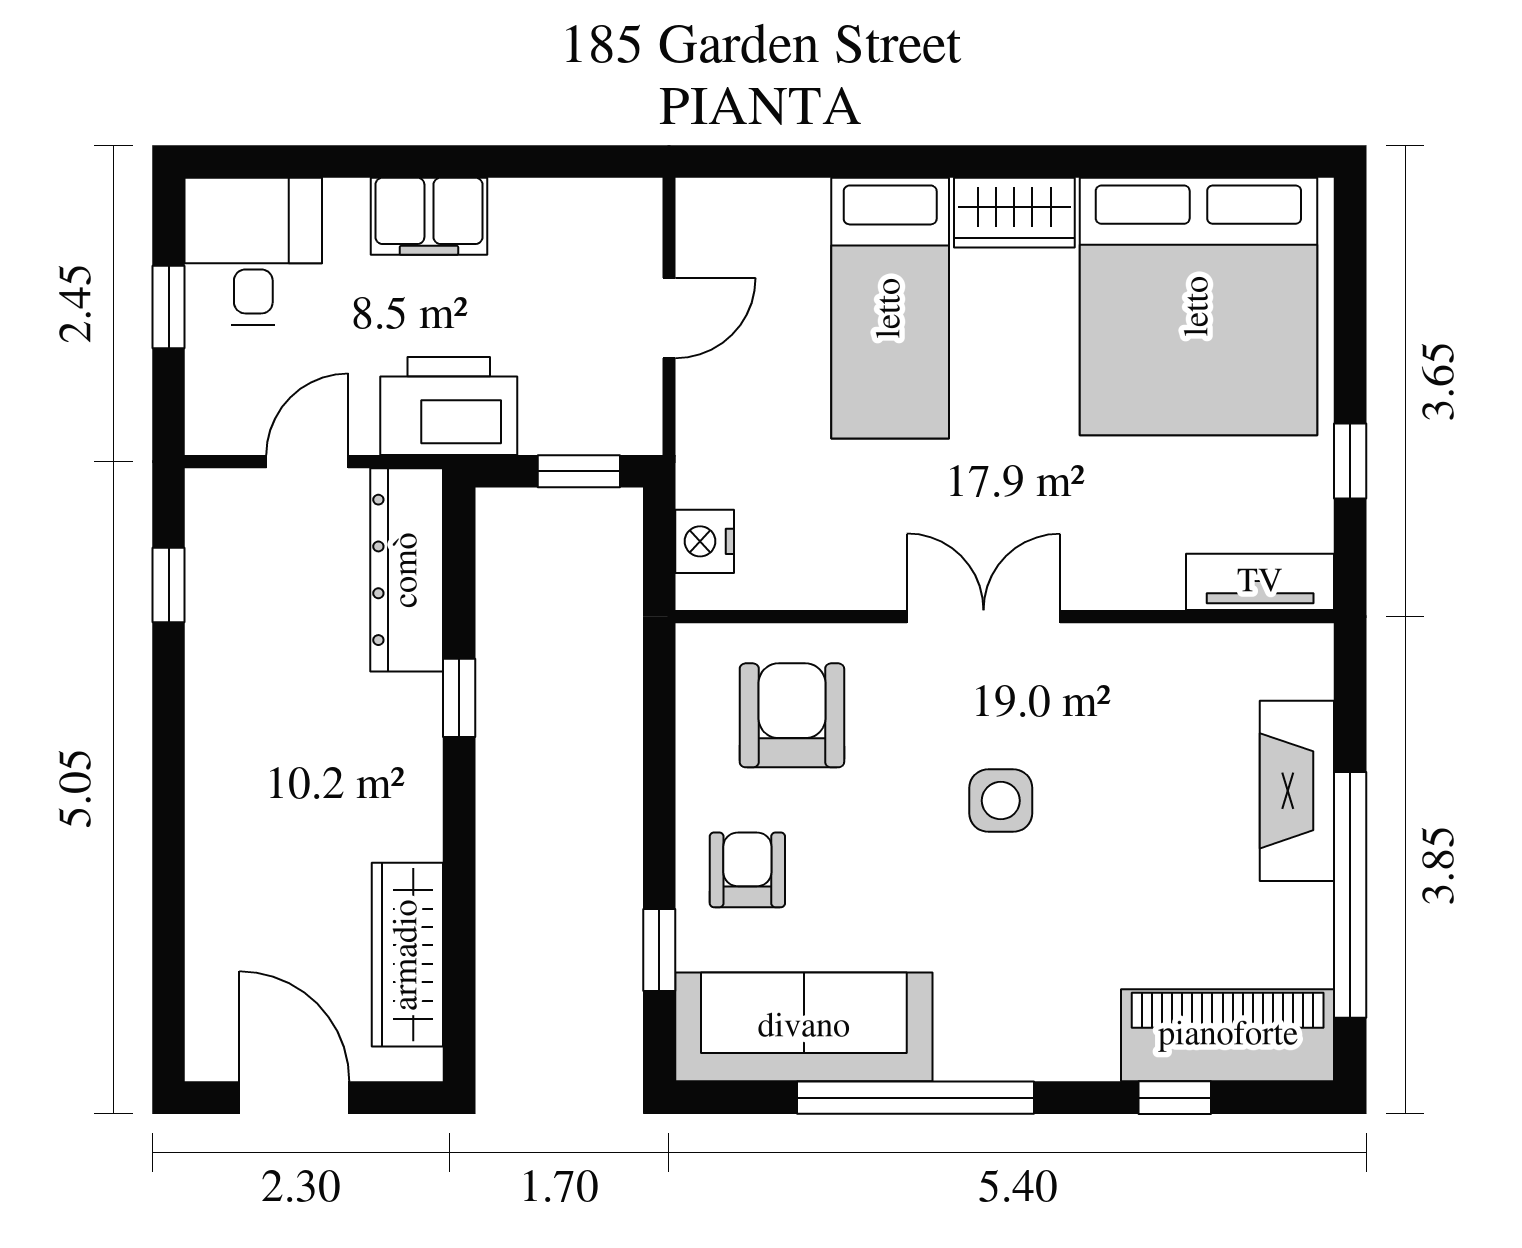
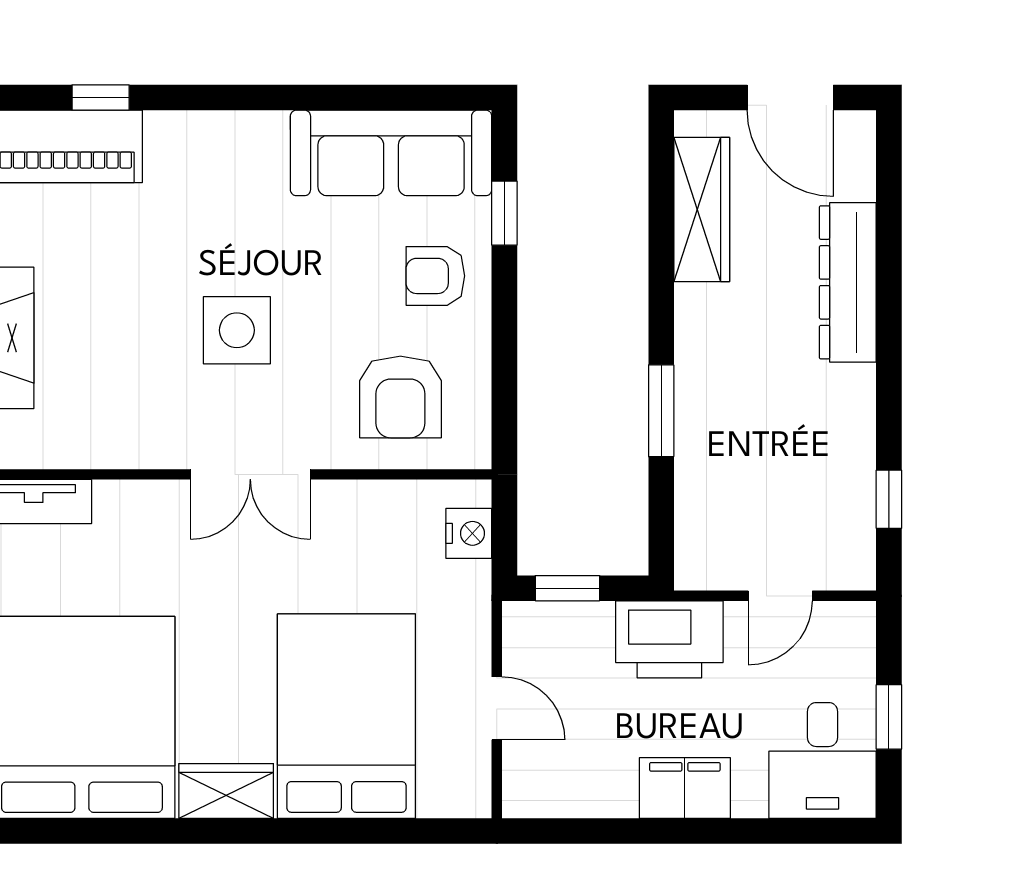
bed: (890, 308) -> (346, 716), width x1.50
door: (669, 318) -> (497, 708), swing flipped
dresser: (407, 570) -> (848, 282), moved, turned 180
window: (459, 698) -> (661, 411), width x1.50
side table: (1001, 801) -> (237, 330), width x1.37, depth x1.37
armchair: (747, 870) -> (435, 276), turned 90
window: (915, 1098) -> (304, 97), removed

